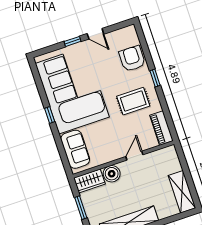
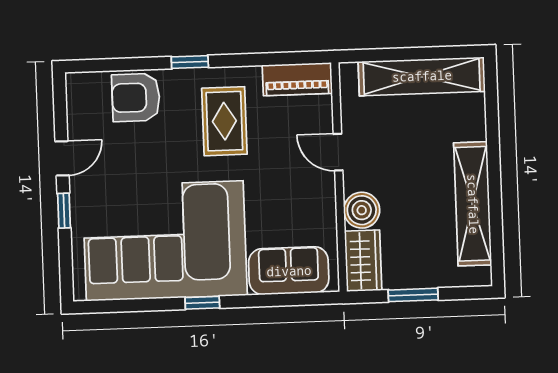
shelving: (182, 192) -> (422, 76), width x1.47

